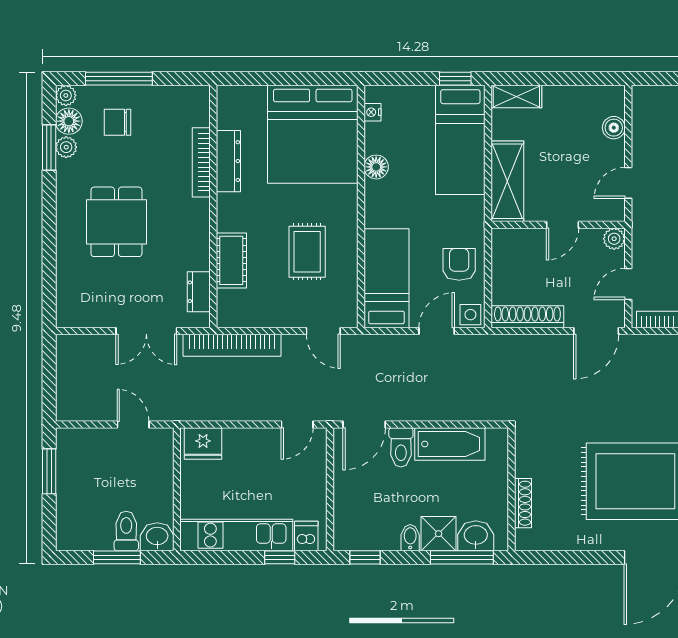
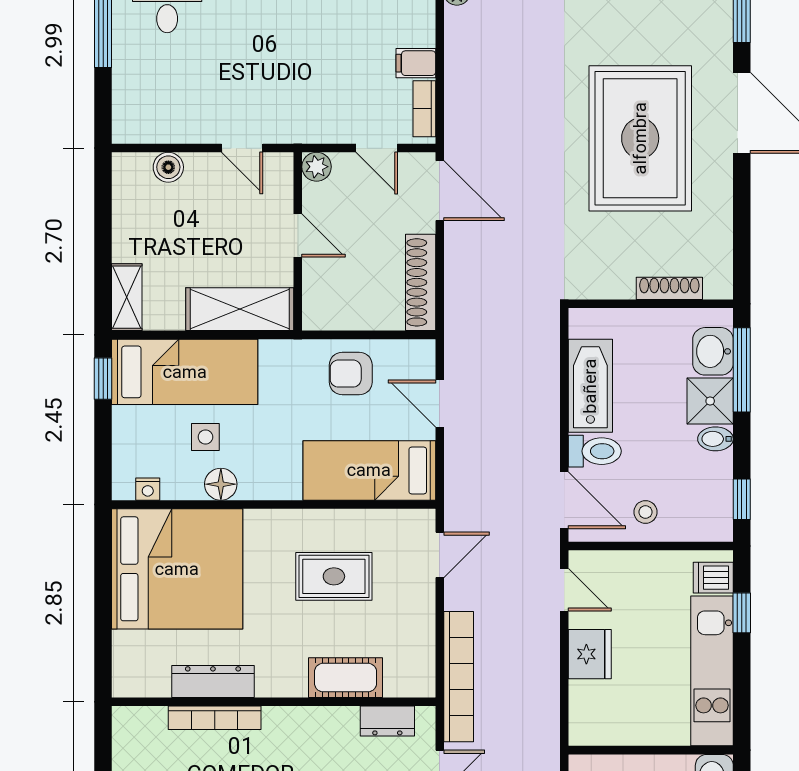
side table: (470, 315) -> (205, 437), moved
fridge: (203, 443) -> (590, 654), moved
stool: (355, 485) -> (645, 512), added

